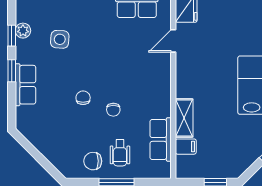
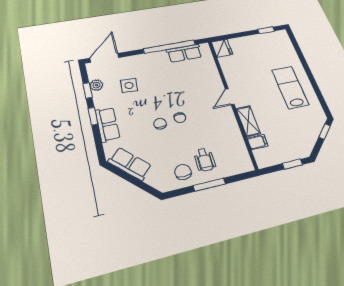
door: (173, 41) -> (230, 97), moved
chair: (113, 110) -> (180, 118), moved
row of seats: (161, 139) -> (130, 164), moved, turned 135
chair: (93, 161) -> (183, 172), turned 90

